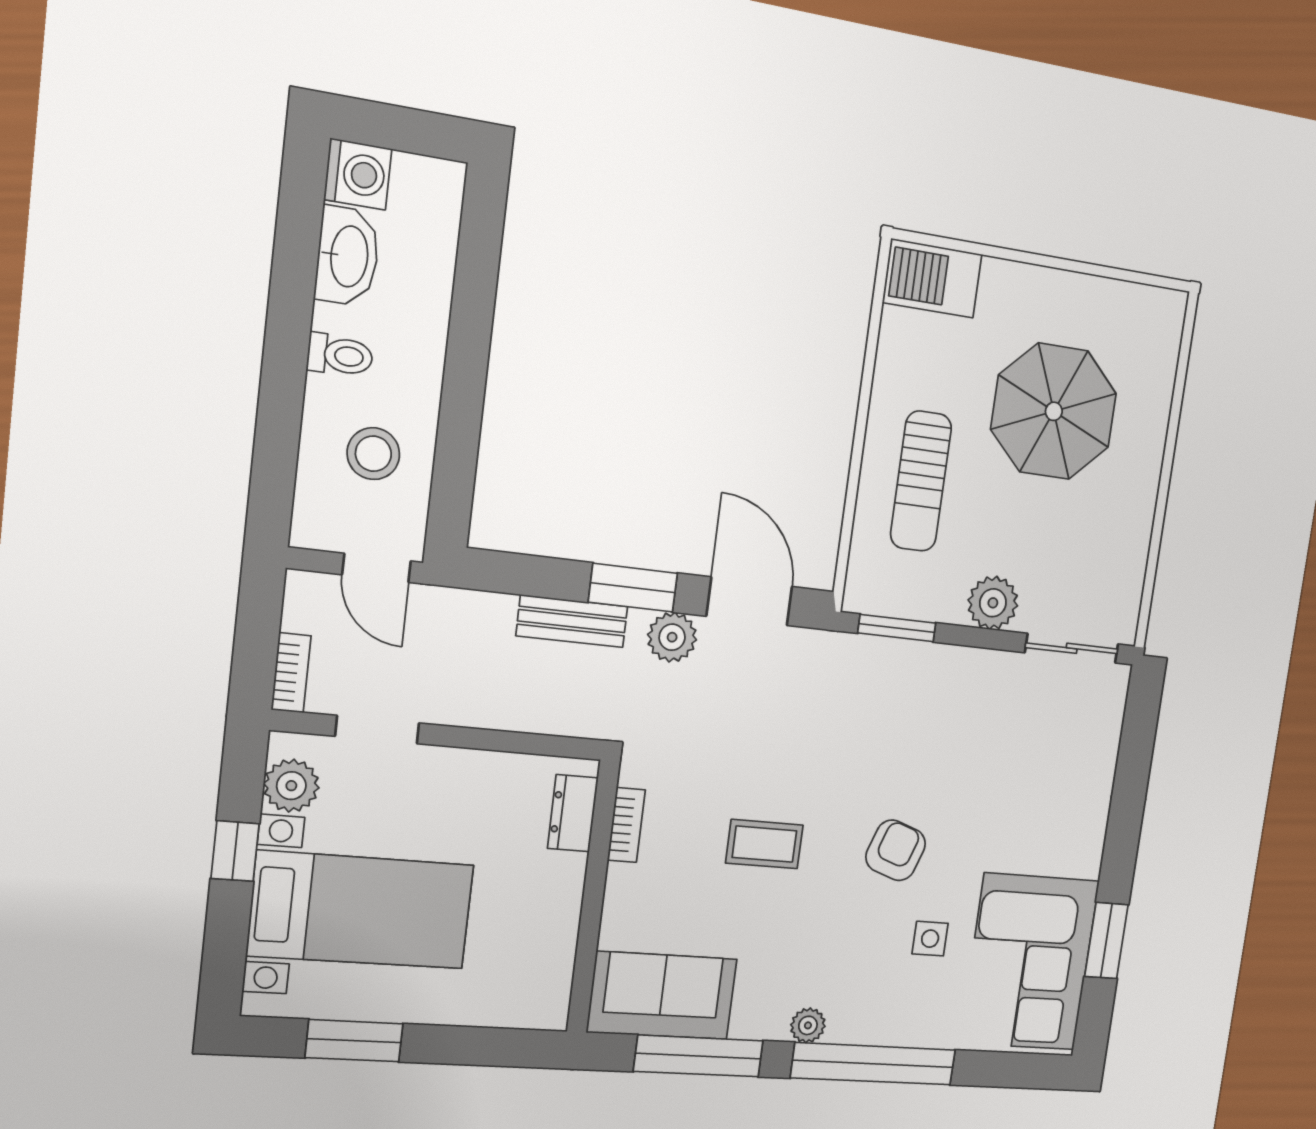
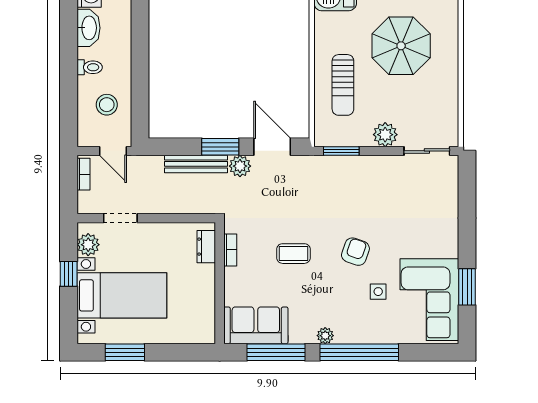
bench: (572, 621) -> (196, 164), width x1.36
bookcase: (291, 673) -> (83, 174), moved

